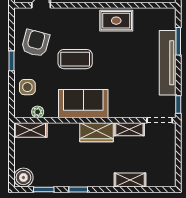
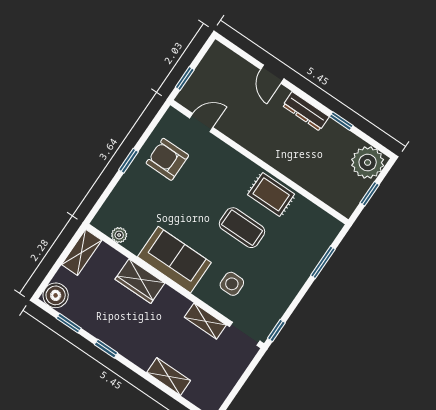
armchair: (35, 43) -> (167, 159), turned -105
coffee table: (75, 59) -> (242, 228), moved
tv unit: (168, 63) -> (296, 278), removed
side table: (27, 87) -> (232, 284), moved
shelving: (30, 130) -> (82, 252), moved, turned 90
wardrobe: (97, 132) -> (140, 281), moved

